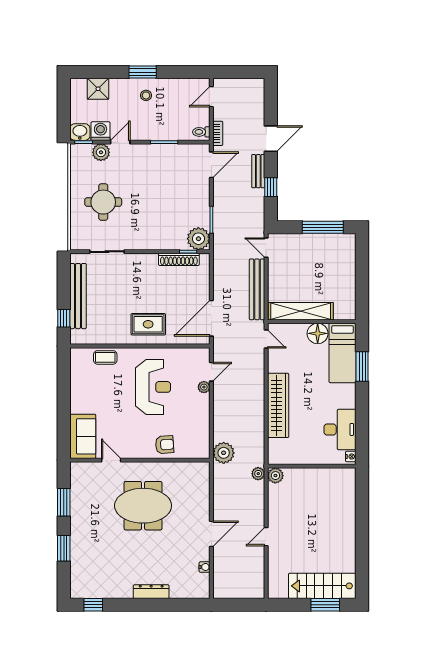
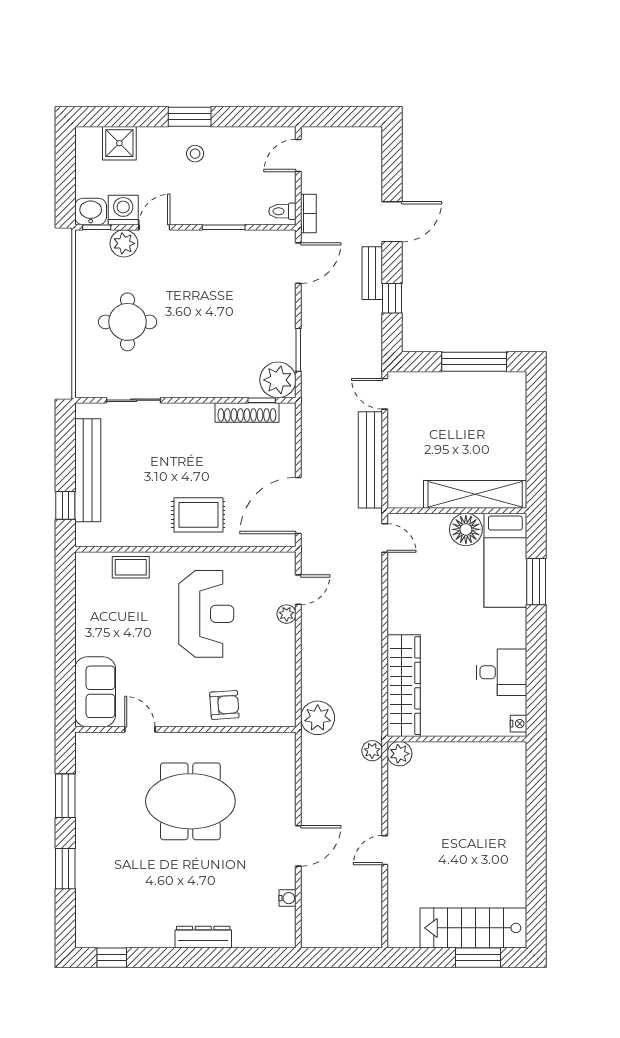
shelving: (301, 311) -> (475, 494), moved
wardrobe: (278, 405) -> (404, 686), moved
desk: (340, 429) -> (501, 672), width x0.73

